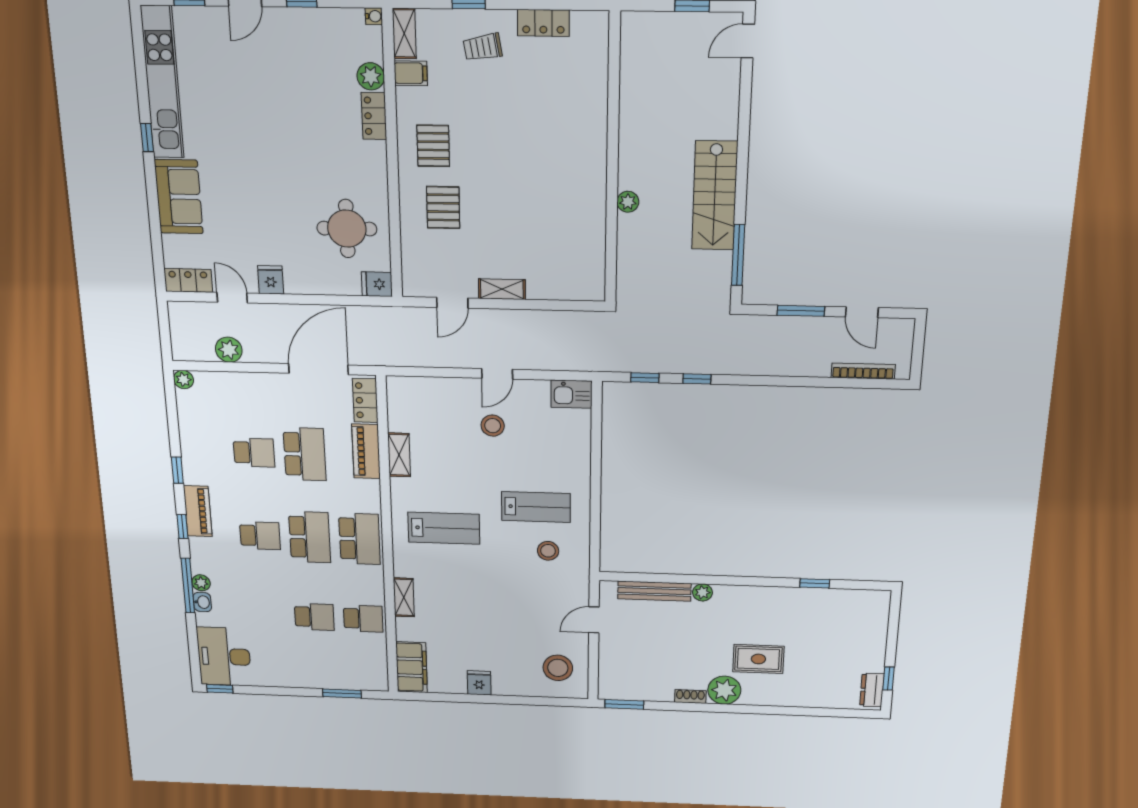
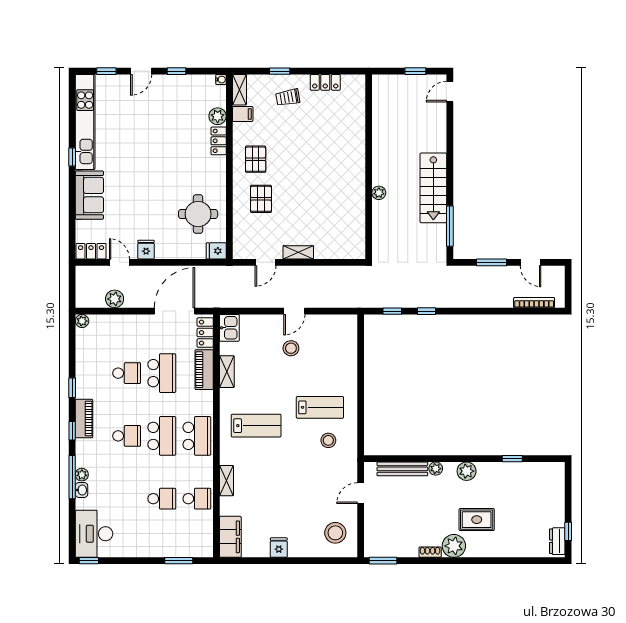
kitchen sink: (572, 394) -> (229, 328), moved, turned -90
plant: (747, 597) -> (467, 471), added

